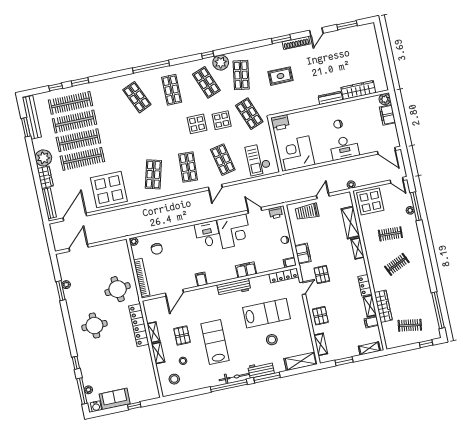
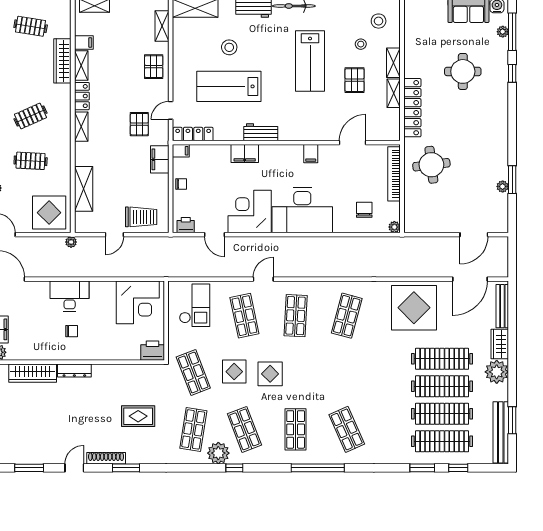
desk: (207, 234) -> (302, 210), width x1.87, depth x1.30
shelving: (357, 248) -> (81, 127), moved
workbench: (234, 287) -> (261, 132), width x0.73
round table: (94, 326) -> (463, 71), moved

